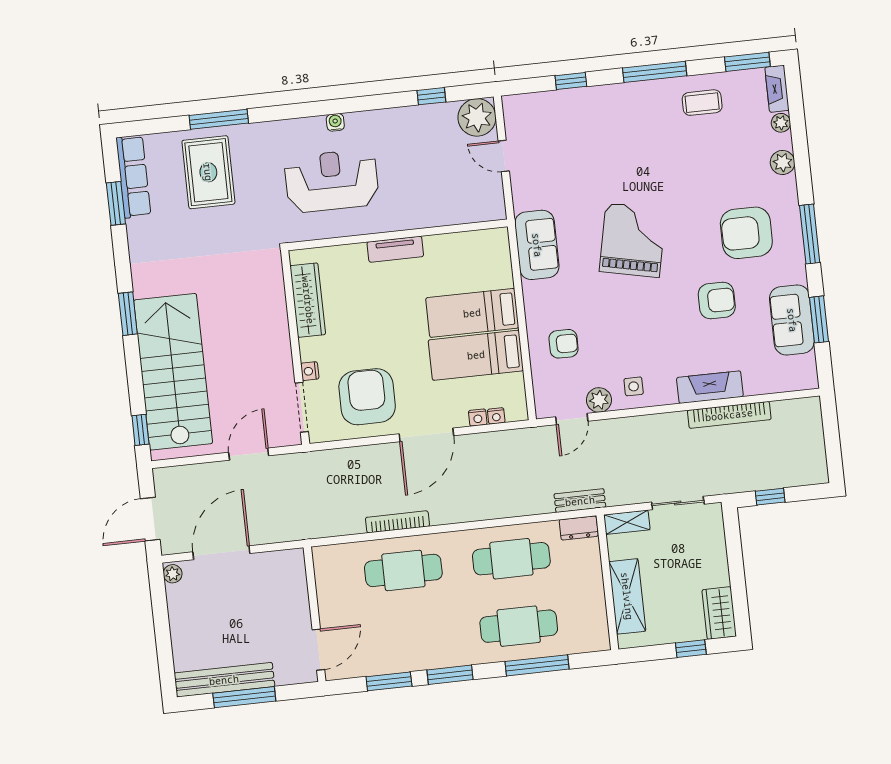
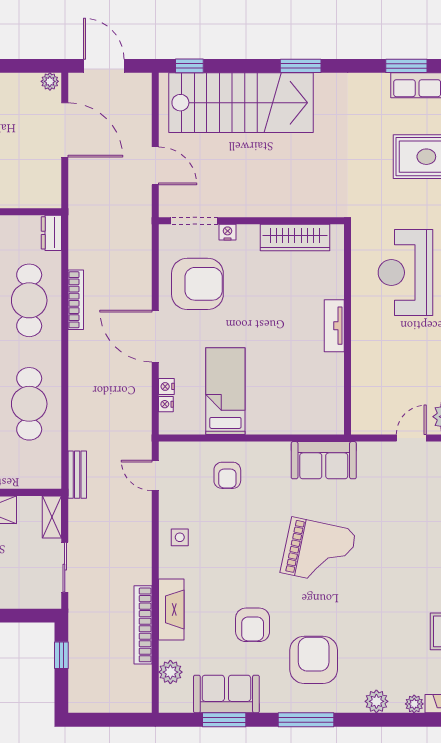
reception desk: (332, 181) -> (405, 273), turned 180
bed: (472, 313) -> (266, 392), removed
plant: (599, 400) -> (170, 672), moved
dresser: (579, 528) -> (51, 233), moved

